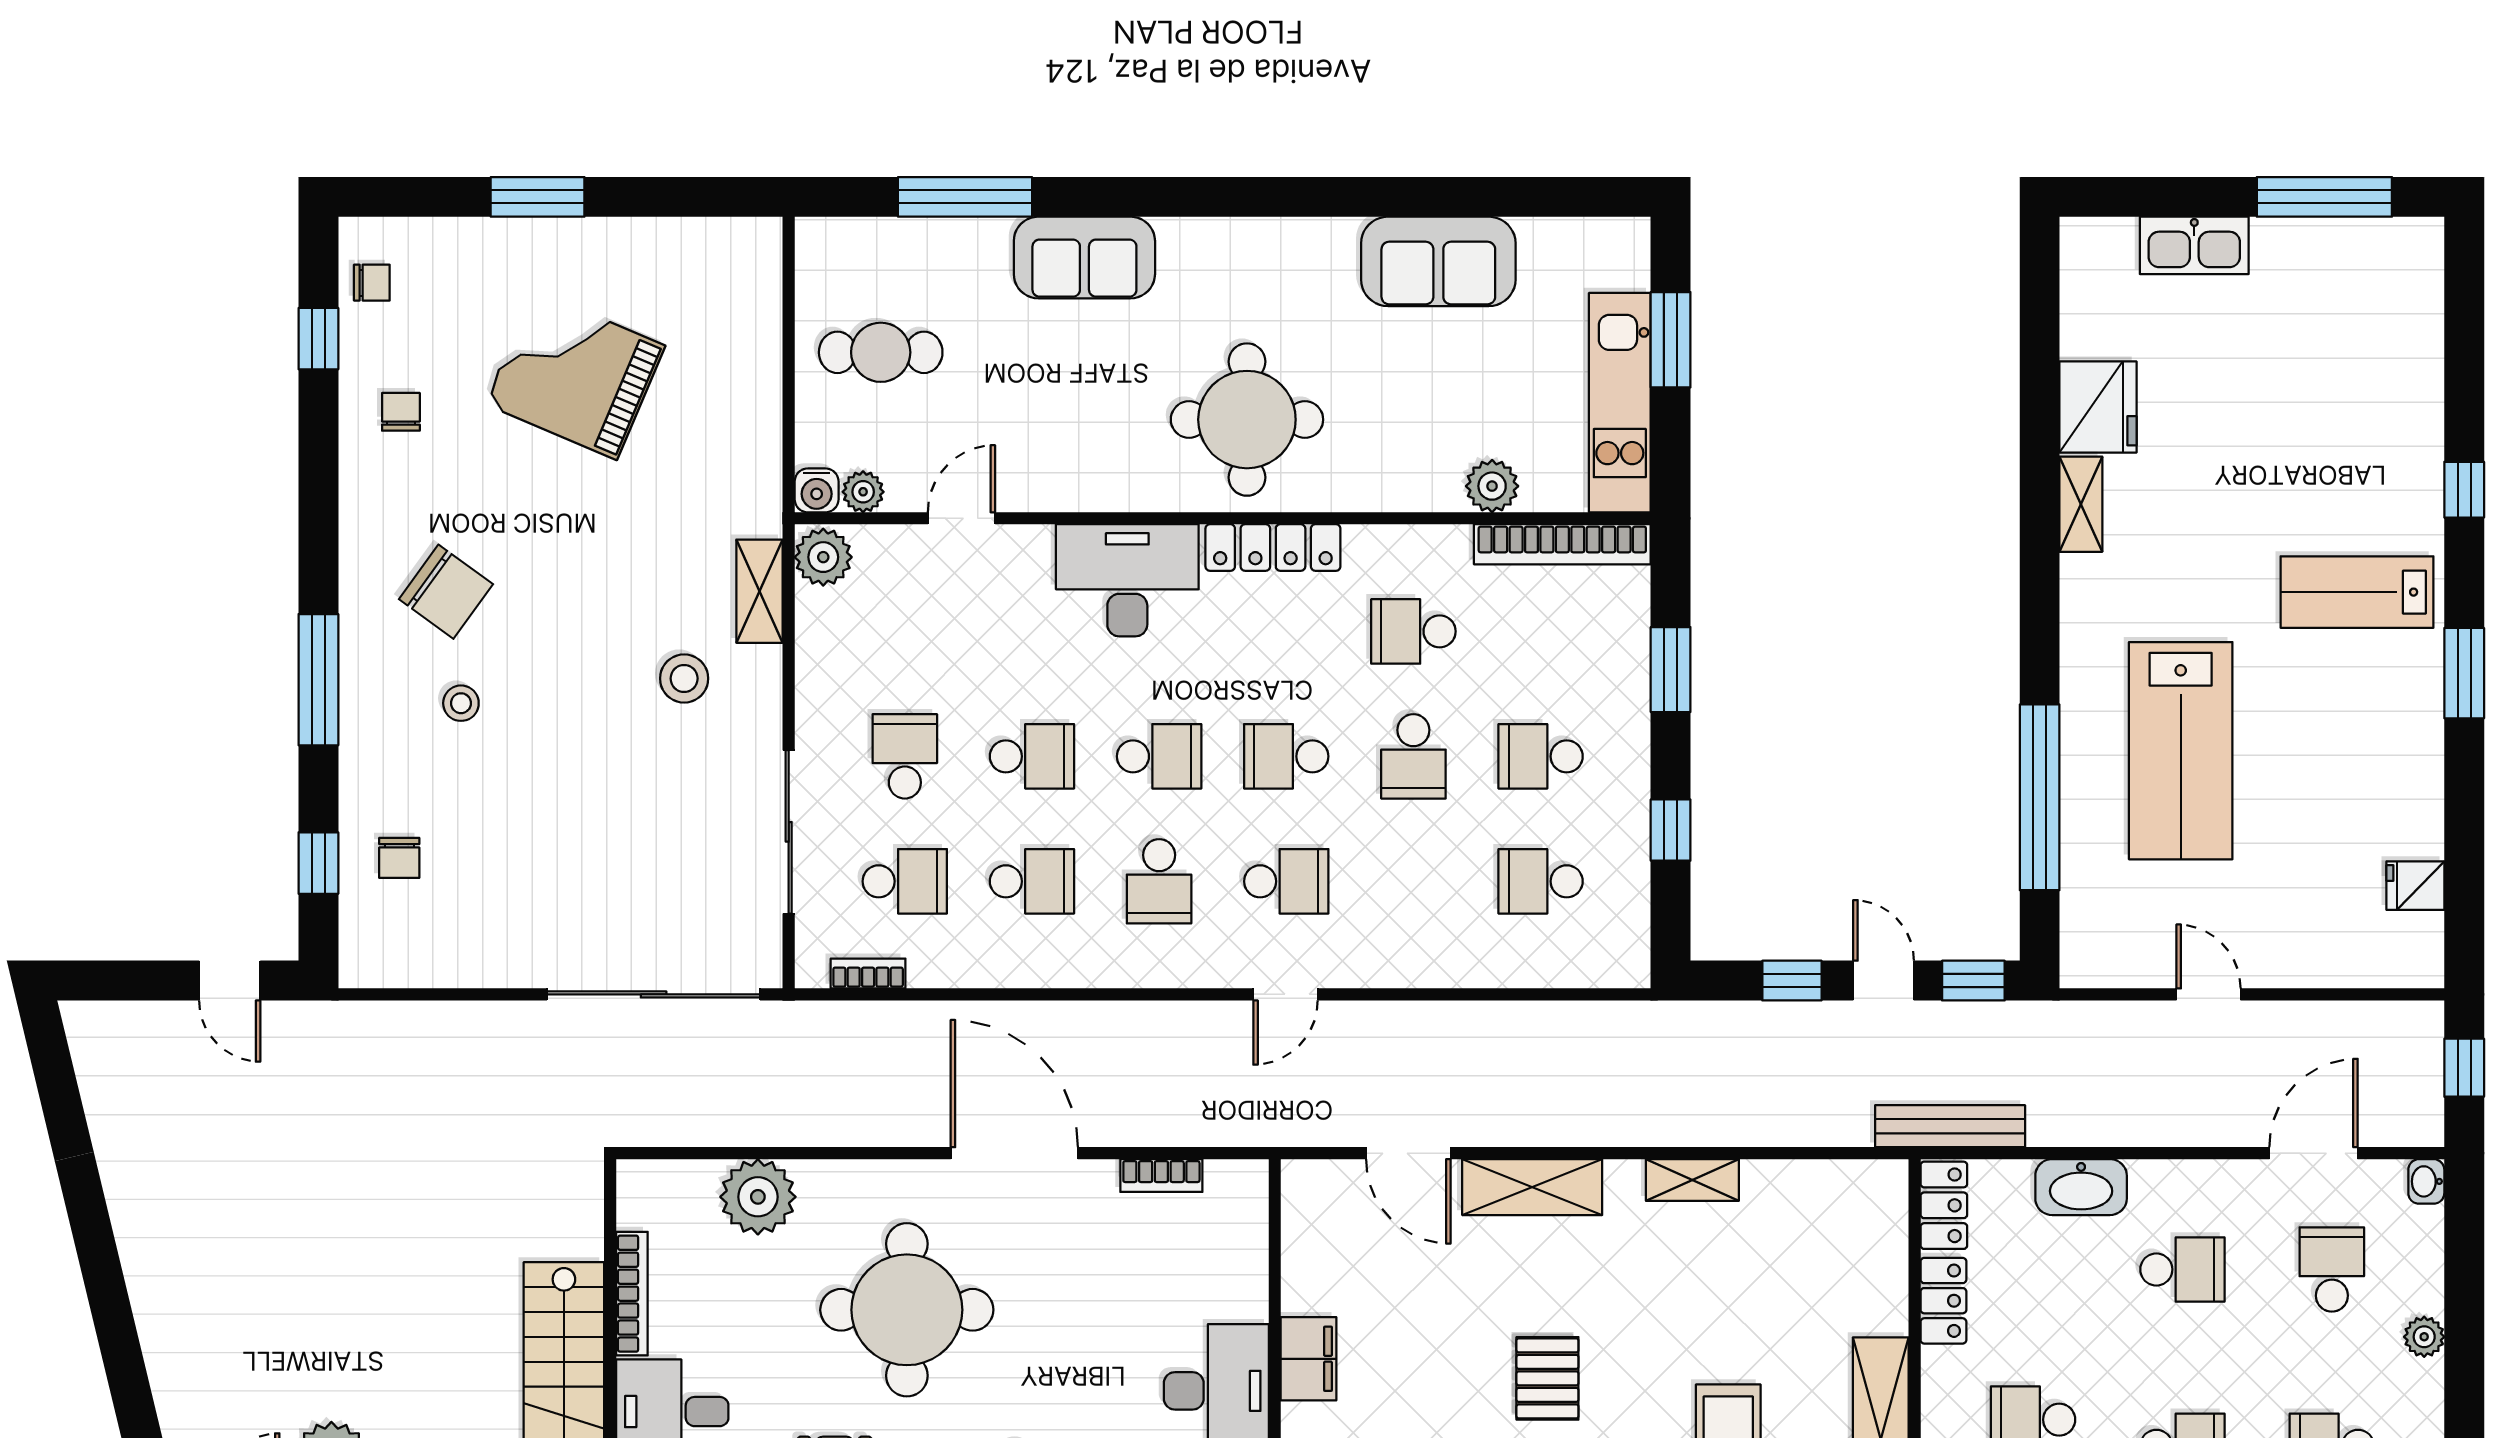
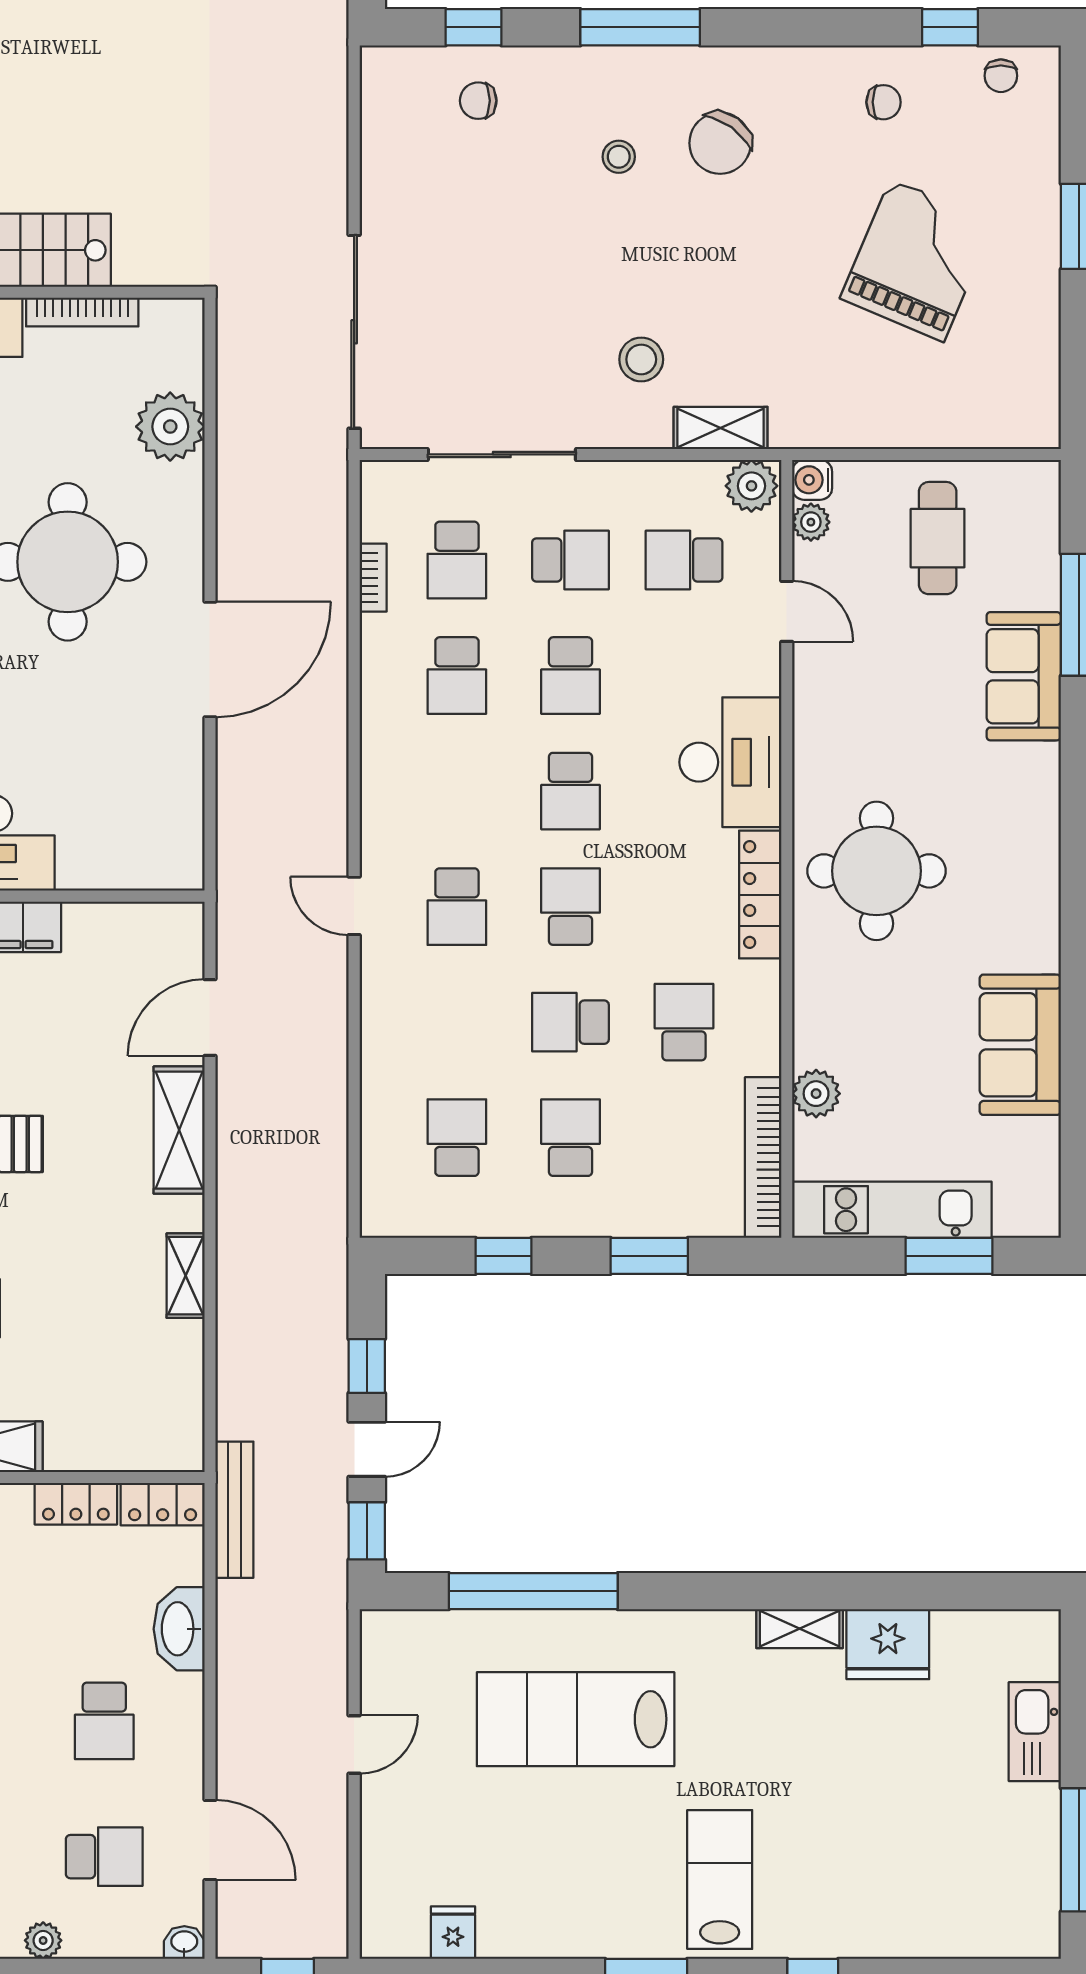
sofa: (1084, 258) -> (1024, 676), moved
school desk: (1159, 881) -> (684, 560), moved
bookcase: (868, 974) -> (373, 578), moved
bookcase: (1161, 1176) -> (190, 793), removed

